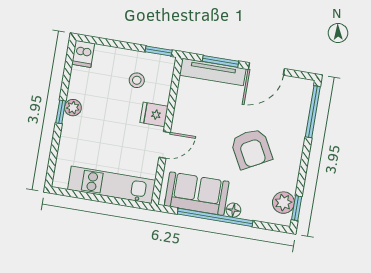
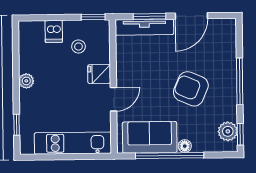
dishwasher: (83, 54) -> (54, 31), moved
window: (61, 112) -> (17, 125), moved
window: (313, 112) -> (240, 81), moved
armchair: (251, 149) -> (191, 89), turned 141

